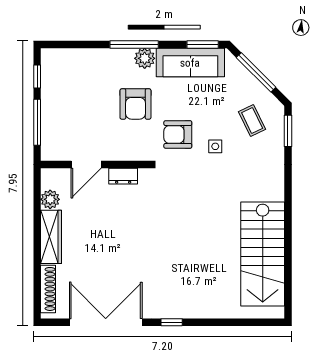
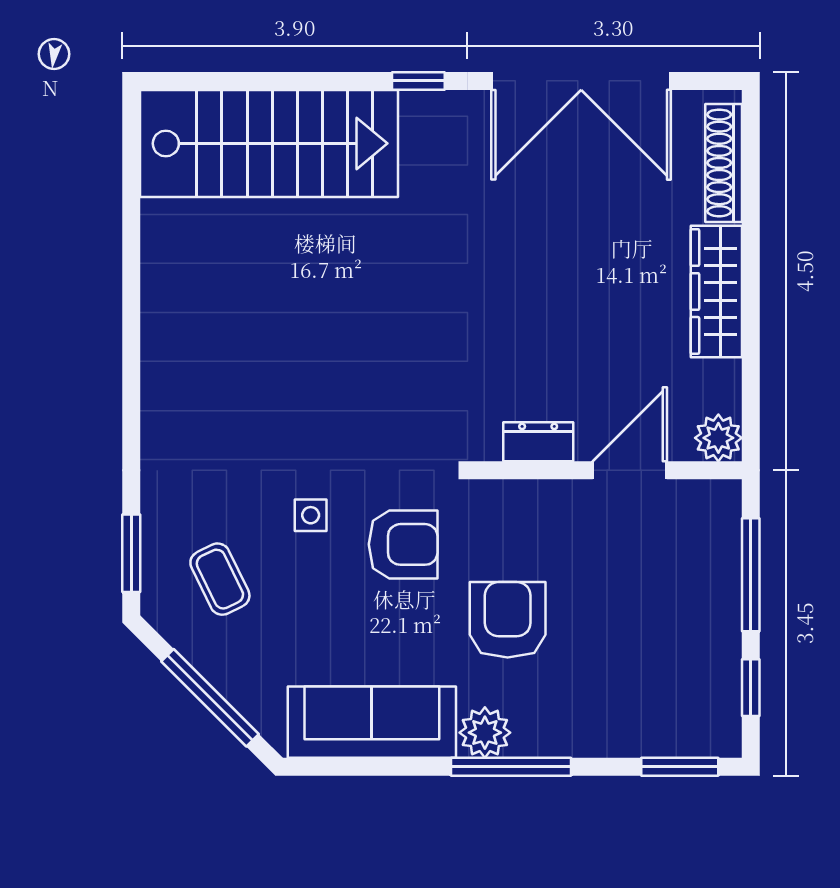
window: (203, 44) -> (680, 767), moved
plant: (50, 199) -> (718, 438), moved
stairs: (263, 254) -> (269, 143), moved, turned 90

